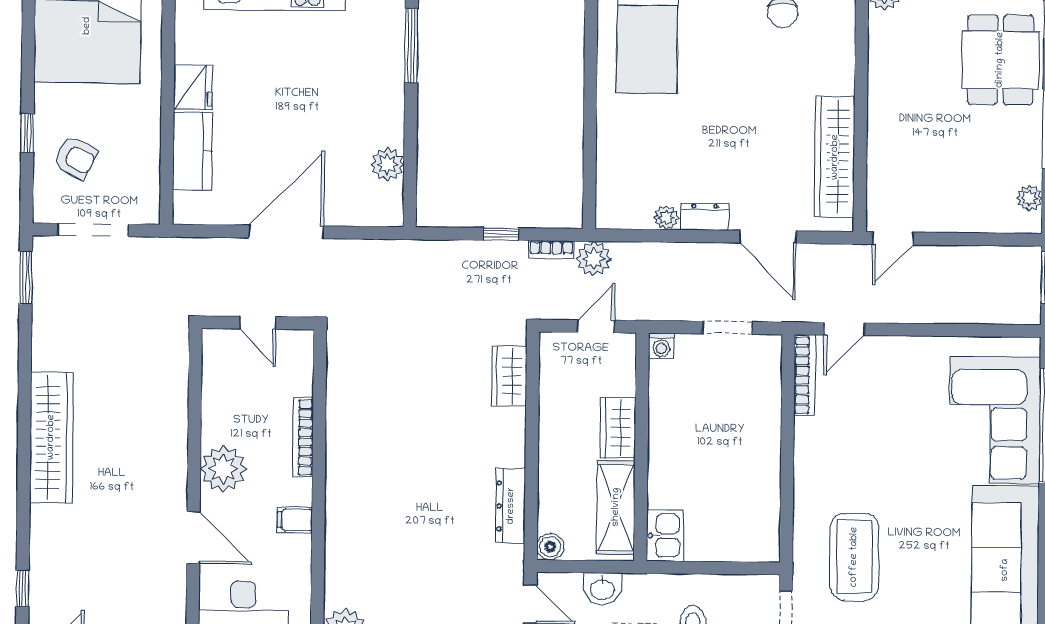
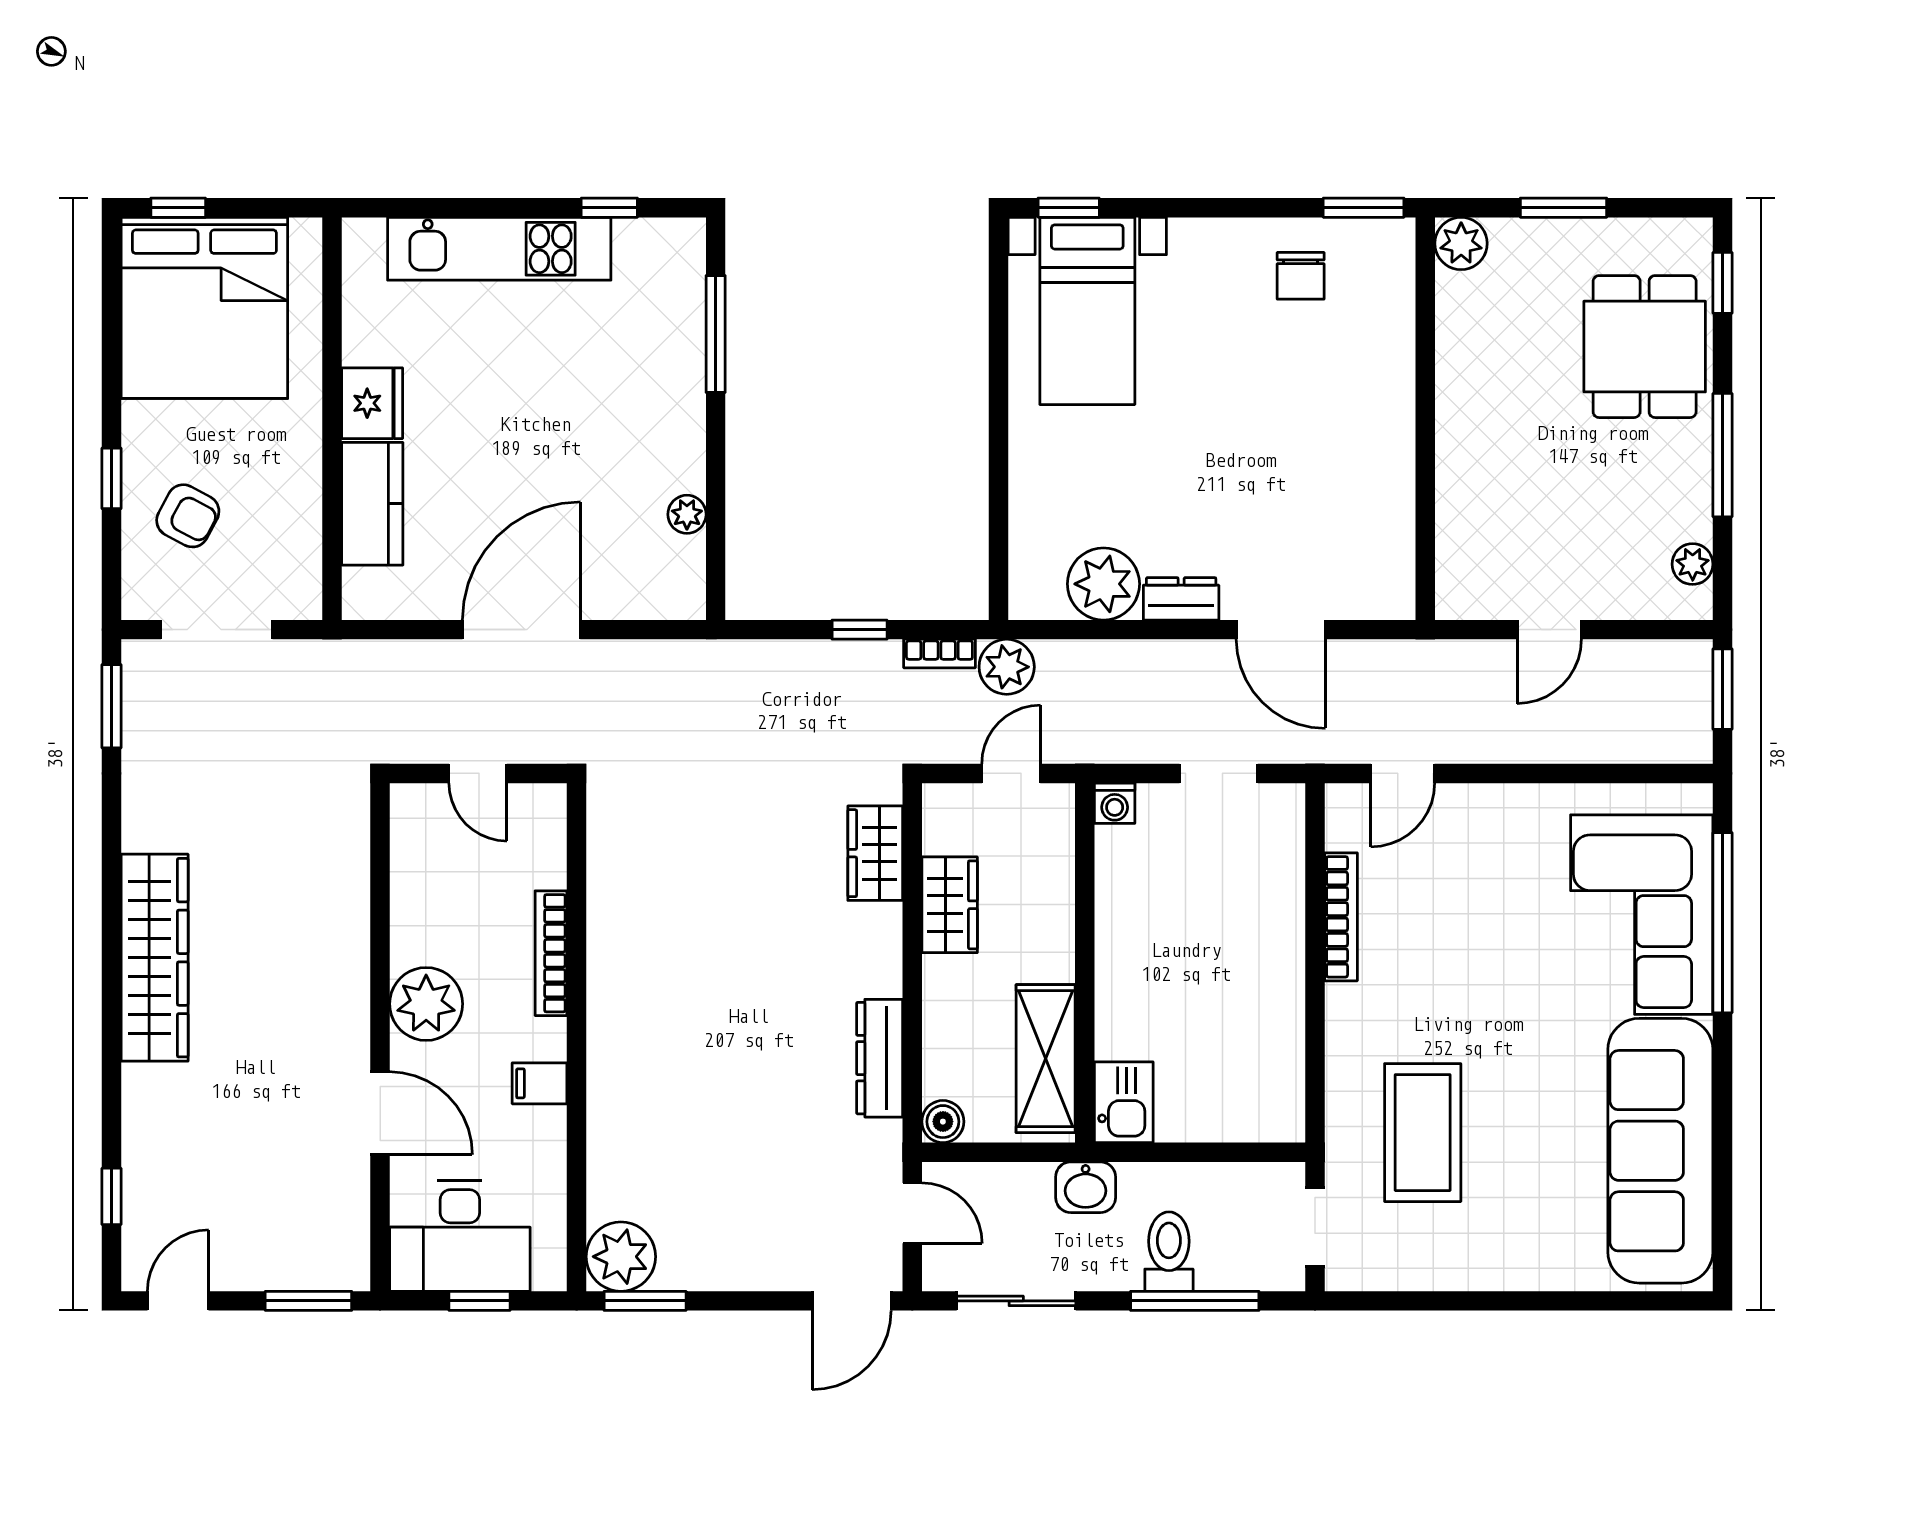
wardrobe: (835, 157) -> (1385, 502), removed
plant: (387, 164) -> (687, 514), width x0.73, depth x0.73
plant: (666, 218) -> (1103, 584), width x1.87, depth x1.87
door: (893, 238) -> (1549, 630), moved
bookcase: (805, 375) -> (1341, 917), moved
wardrobe: (618, 428) -> (950, 905), moved, turned 180
washbasin: (602, 589) -> (1086, 1187), moved

